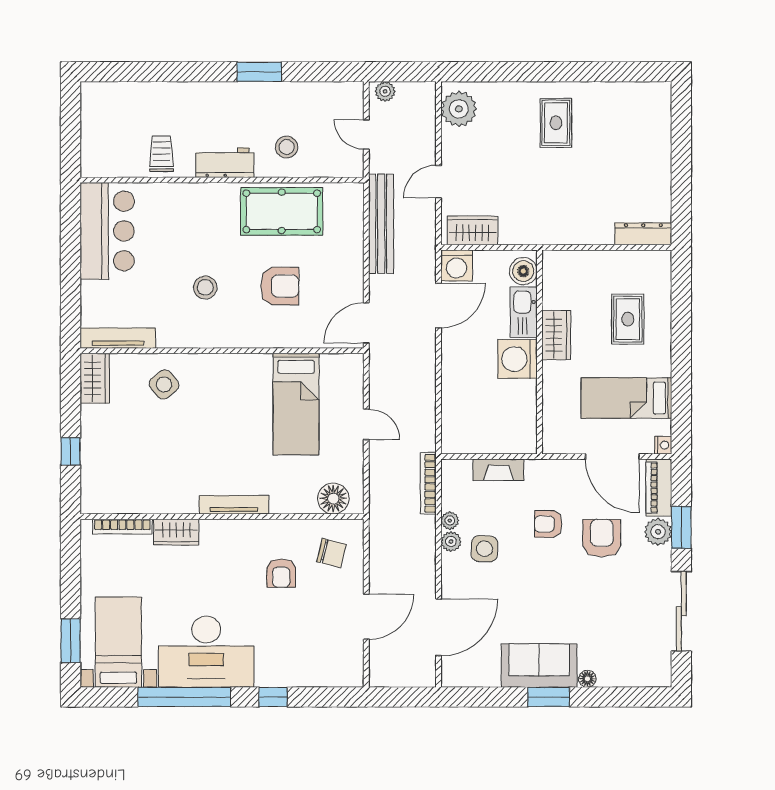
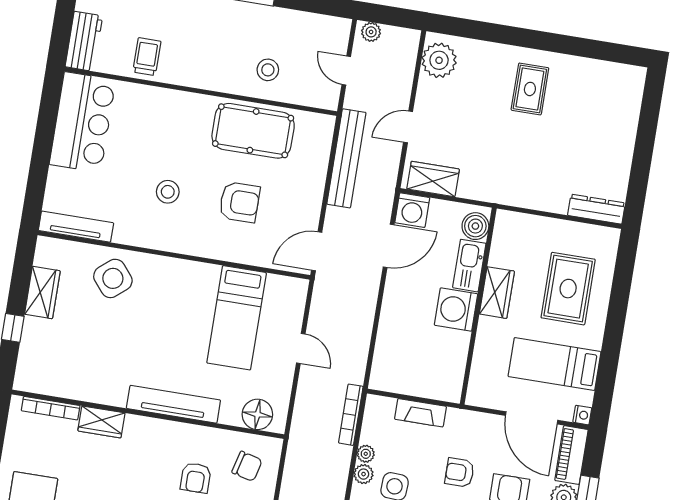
workbench: (225, 163) -> (84, 41), moved, turned 90
rug: (628, 319) -> (568, 289), width x1.36, depth x1.43
wardrobe: (95, 378) -> (42, 293), moved
side table: (164, 385) -> (113, 278), width x1.37, depth x1.37
tv unit: (234, 505) -> (173, 404), width x1.36, depth x1.29

